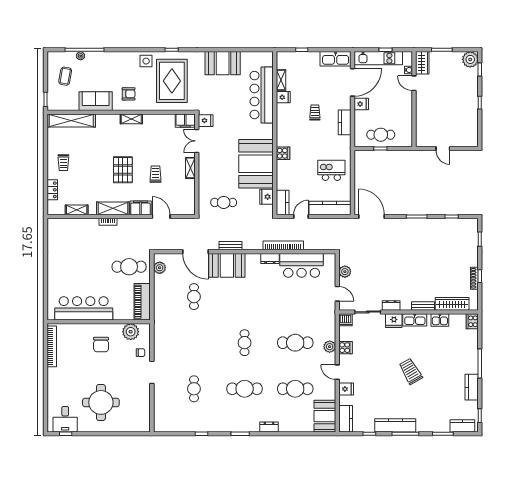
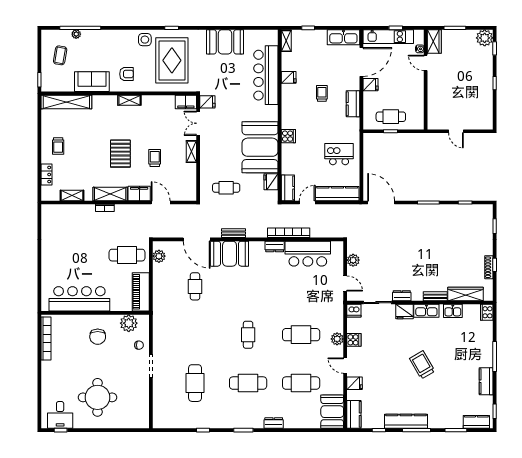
shelving: (281, 80) -> (286, 41), moved
cafe table: (194, 389) -> (195, 383), width x1.37, depth x1.35

